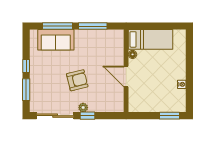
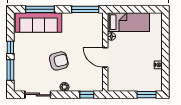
window: (93, 26) -> (85, 9), moved
sofa: (56, 40) -> (39, 23), width x1.36
sliding door: (55, 116) -> (38, 95), width x0.73
window: (88, 116) -> (87, 95), moved

